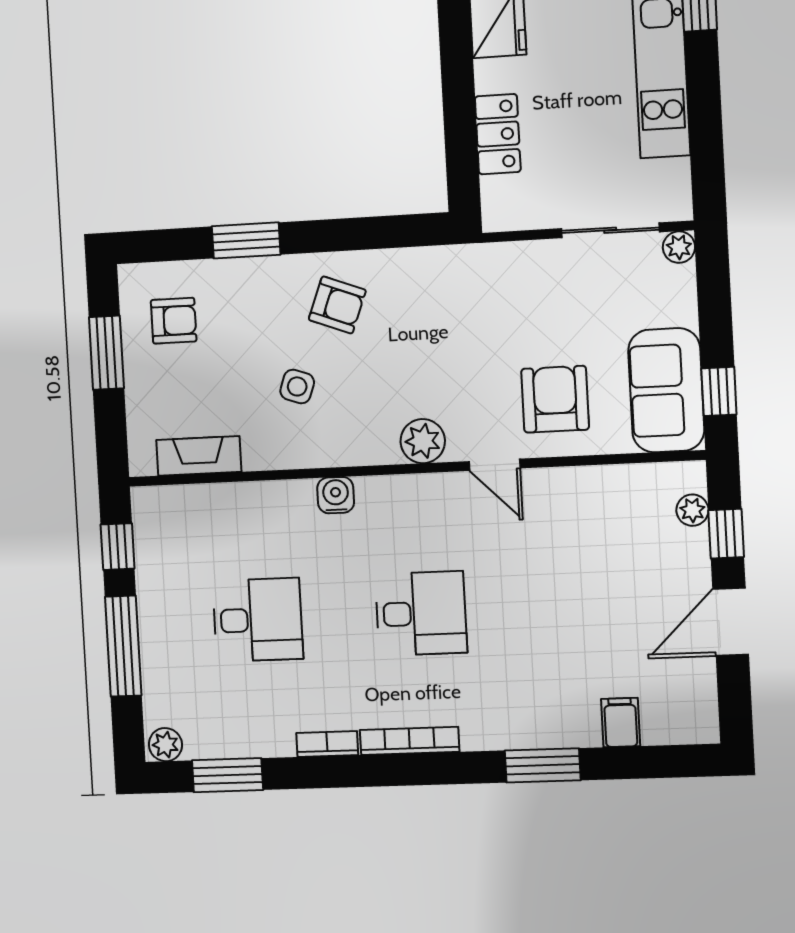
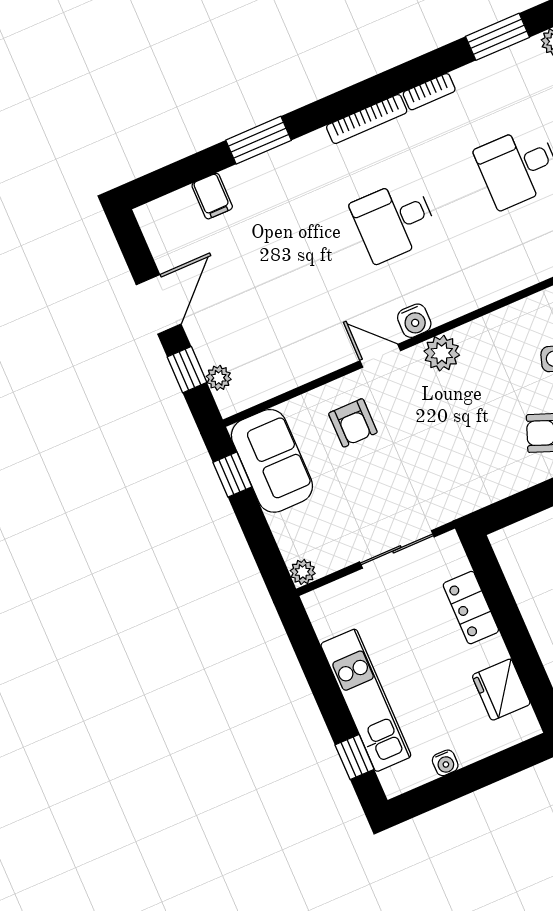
sliding door: (610, 230) -> (397, 549), moved
armchair: (555, 399) -> (353, 423), width x0.72, depth x0.72
water cooler: (336, 495) -> (414, 321), moved

